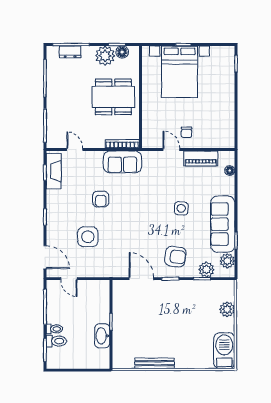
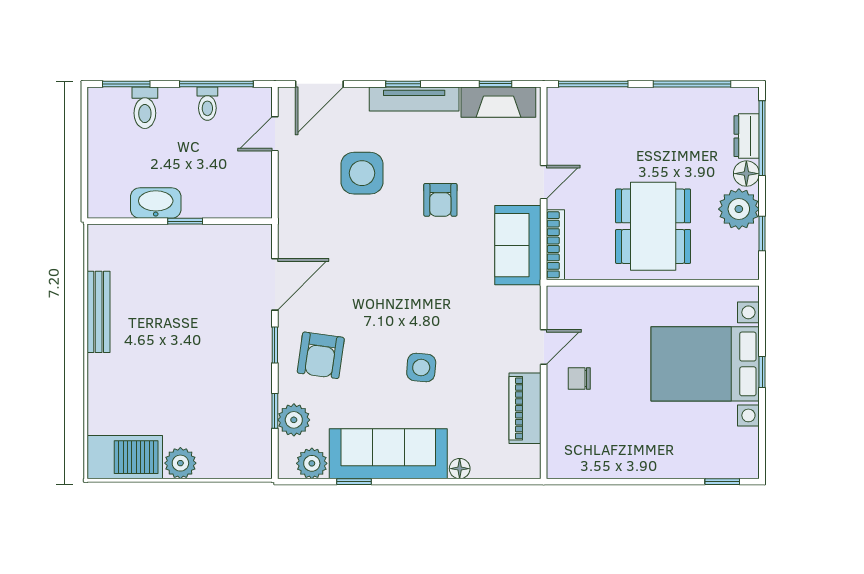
floor lamp: (122, 52) -> (746, 174), moved
door: (75, 149) -> (544, 182), moved
floor lamp: (230, 171) -> (460, 469), moved
armchair: (101, 199) -> (440, 200), turned -90
tv unit: (52, 212) -> (414, 99), added
plant: (227, 309) -> (180, 463), moved
toilet: (54, 329) -> (207, 104), moved

